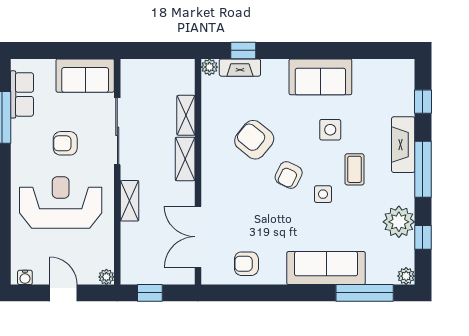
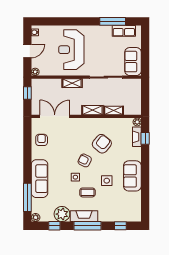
armchair: (65, 143) -> (100, 52), removed
fireplace: (403, 145) -> (84, 216), moved
reception desk: (61, 203) -> (71, 50), turned 180

